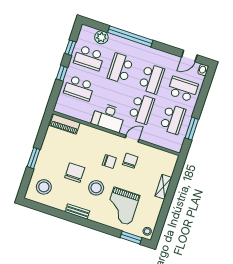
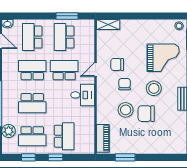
school desk: (89, 58) -> (32, 136), turned 90
desk: (108, 117) -> (83, 95), width x0.73
school desk: (173, 119) -> (64, 37), turned -90
door: (132, 139) -> (96, 70), hinge flipped
window: (34, 158) -> (125, 157), moved
stool: (44, 187) -> (126, 110), moved
shelving: (163, 187) -> (108, 25), moved

